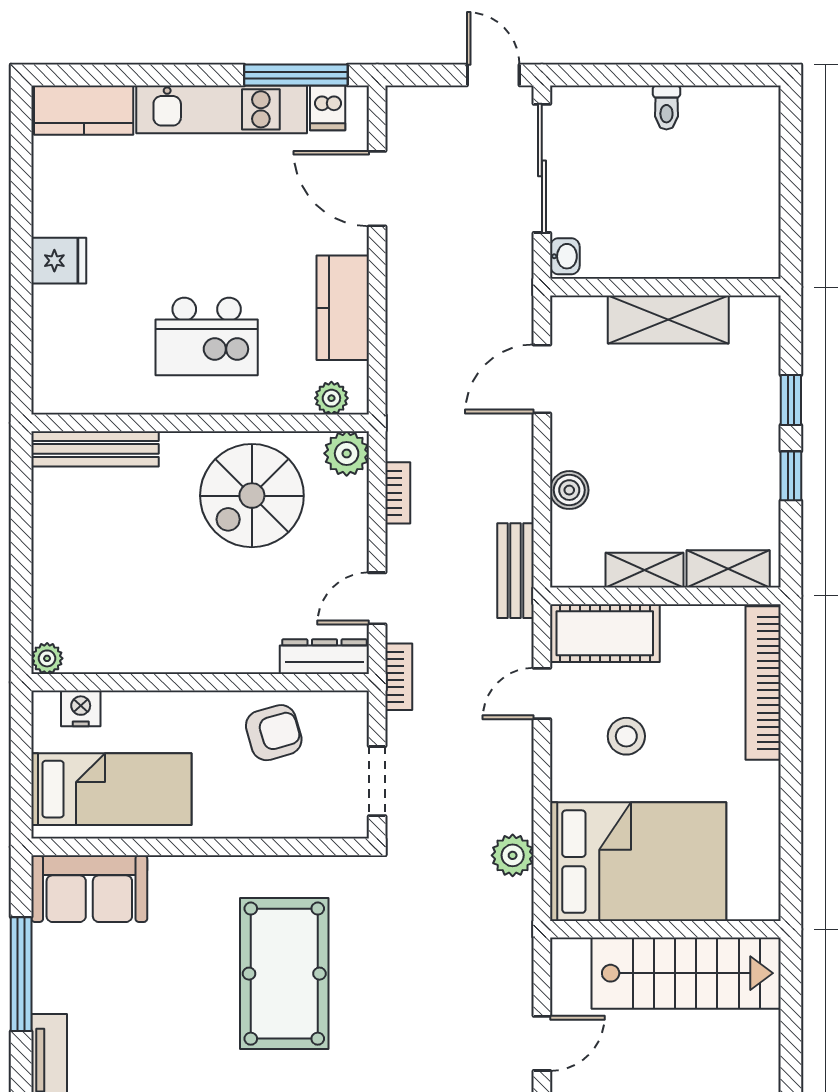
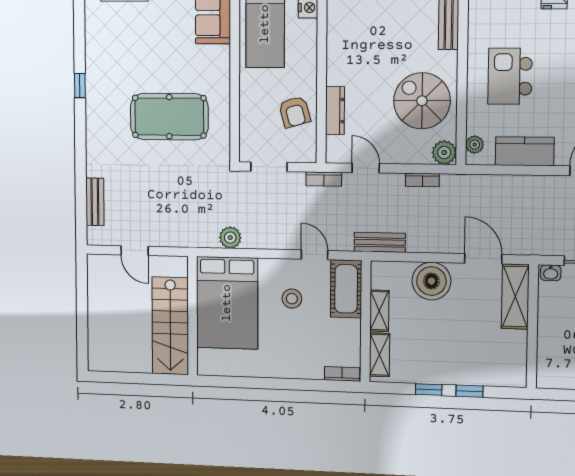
shelving: (668, 319) -> (515, 297), moved
boiler: (569, 490) -> (431, 281), width x1.86, depth x1.86
dresser: (324, 657) -> (335, 111), moved
bookcase: (763, 683) -> (342, 374), width x0.43, depth x0.76

